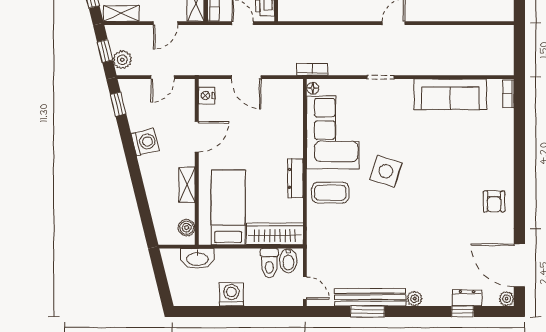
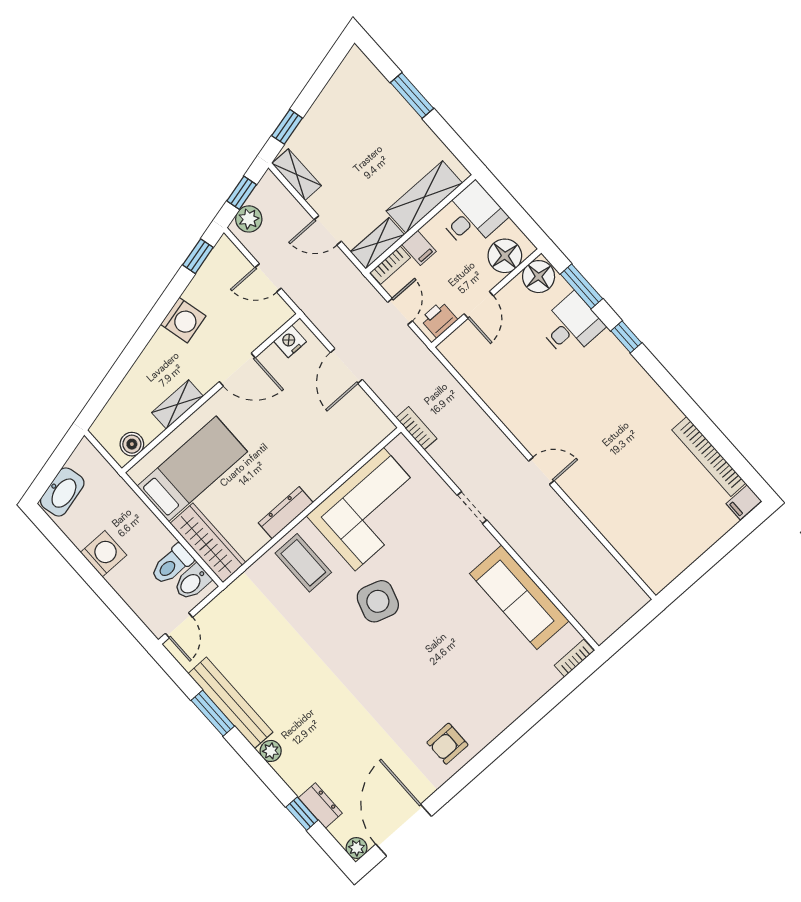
floor lamp: (313, 88) -> (397, 447), removed
washbasin: (197, 259) -> (62, 492), moved, turned -104

